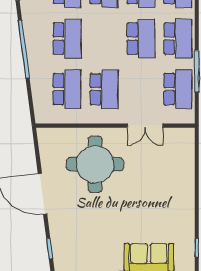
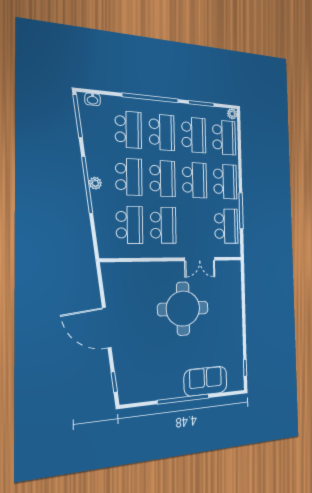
school desk: (104, 39) -> (163, 178), added
plant: (32, 47) -> (95, 183), added
round table: (95, 164) -> (183, 309), moved

